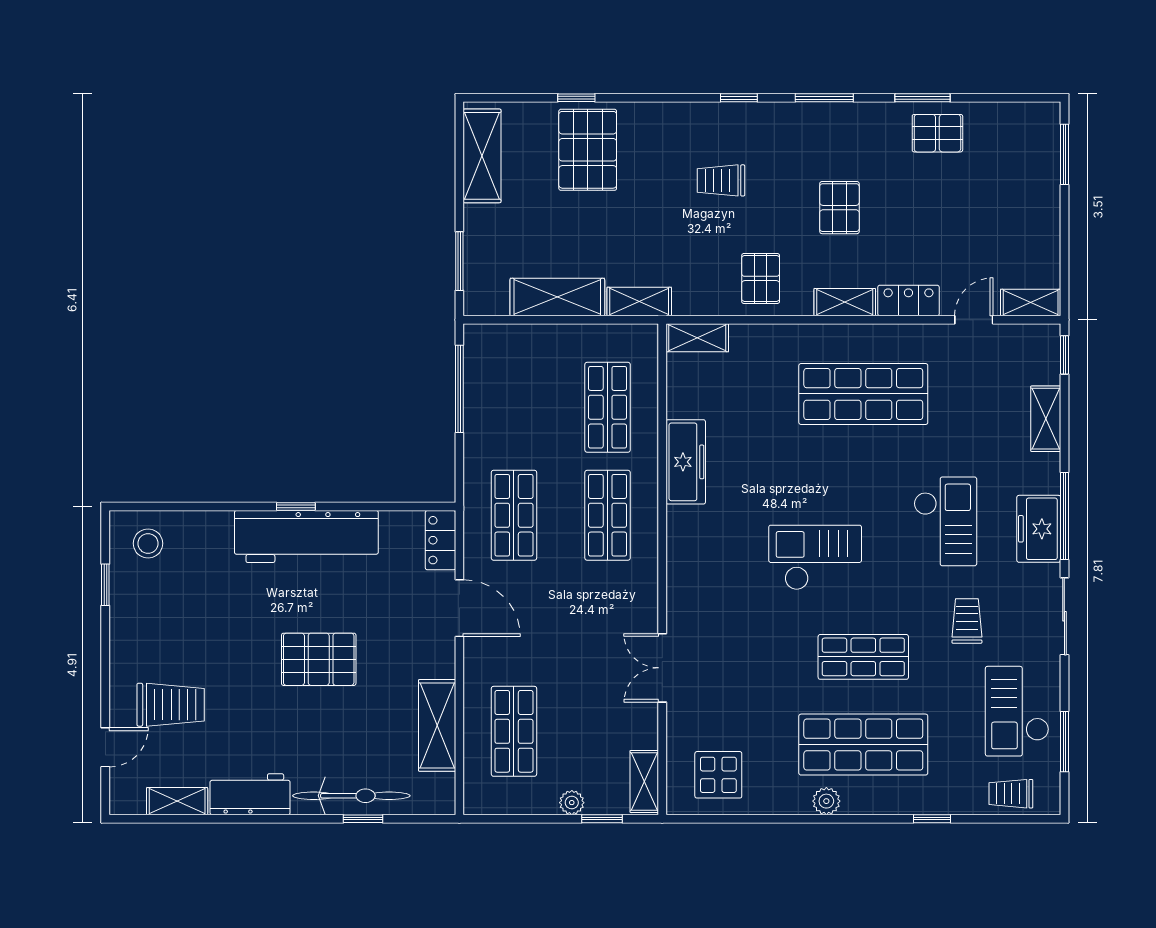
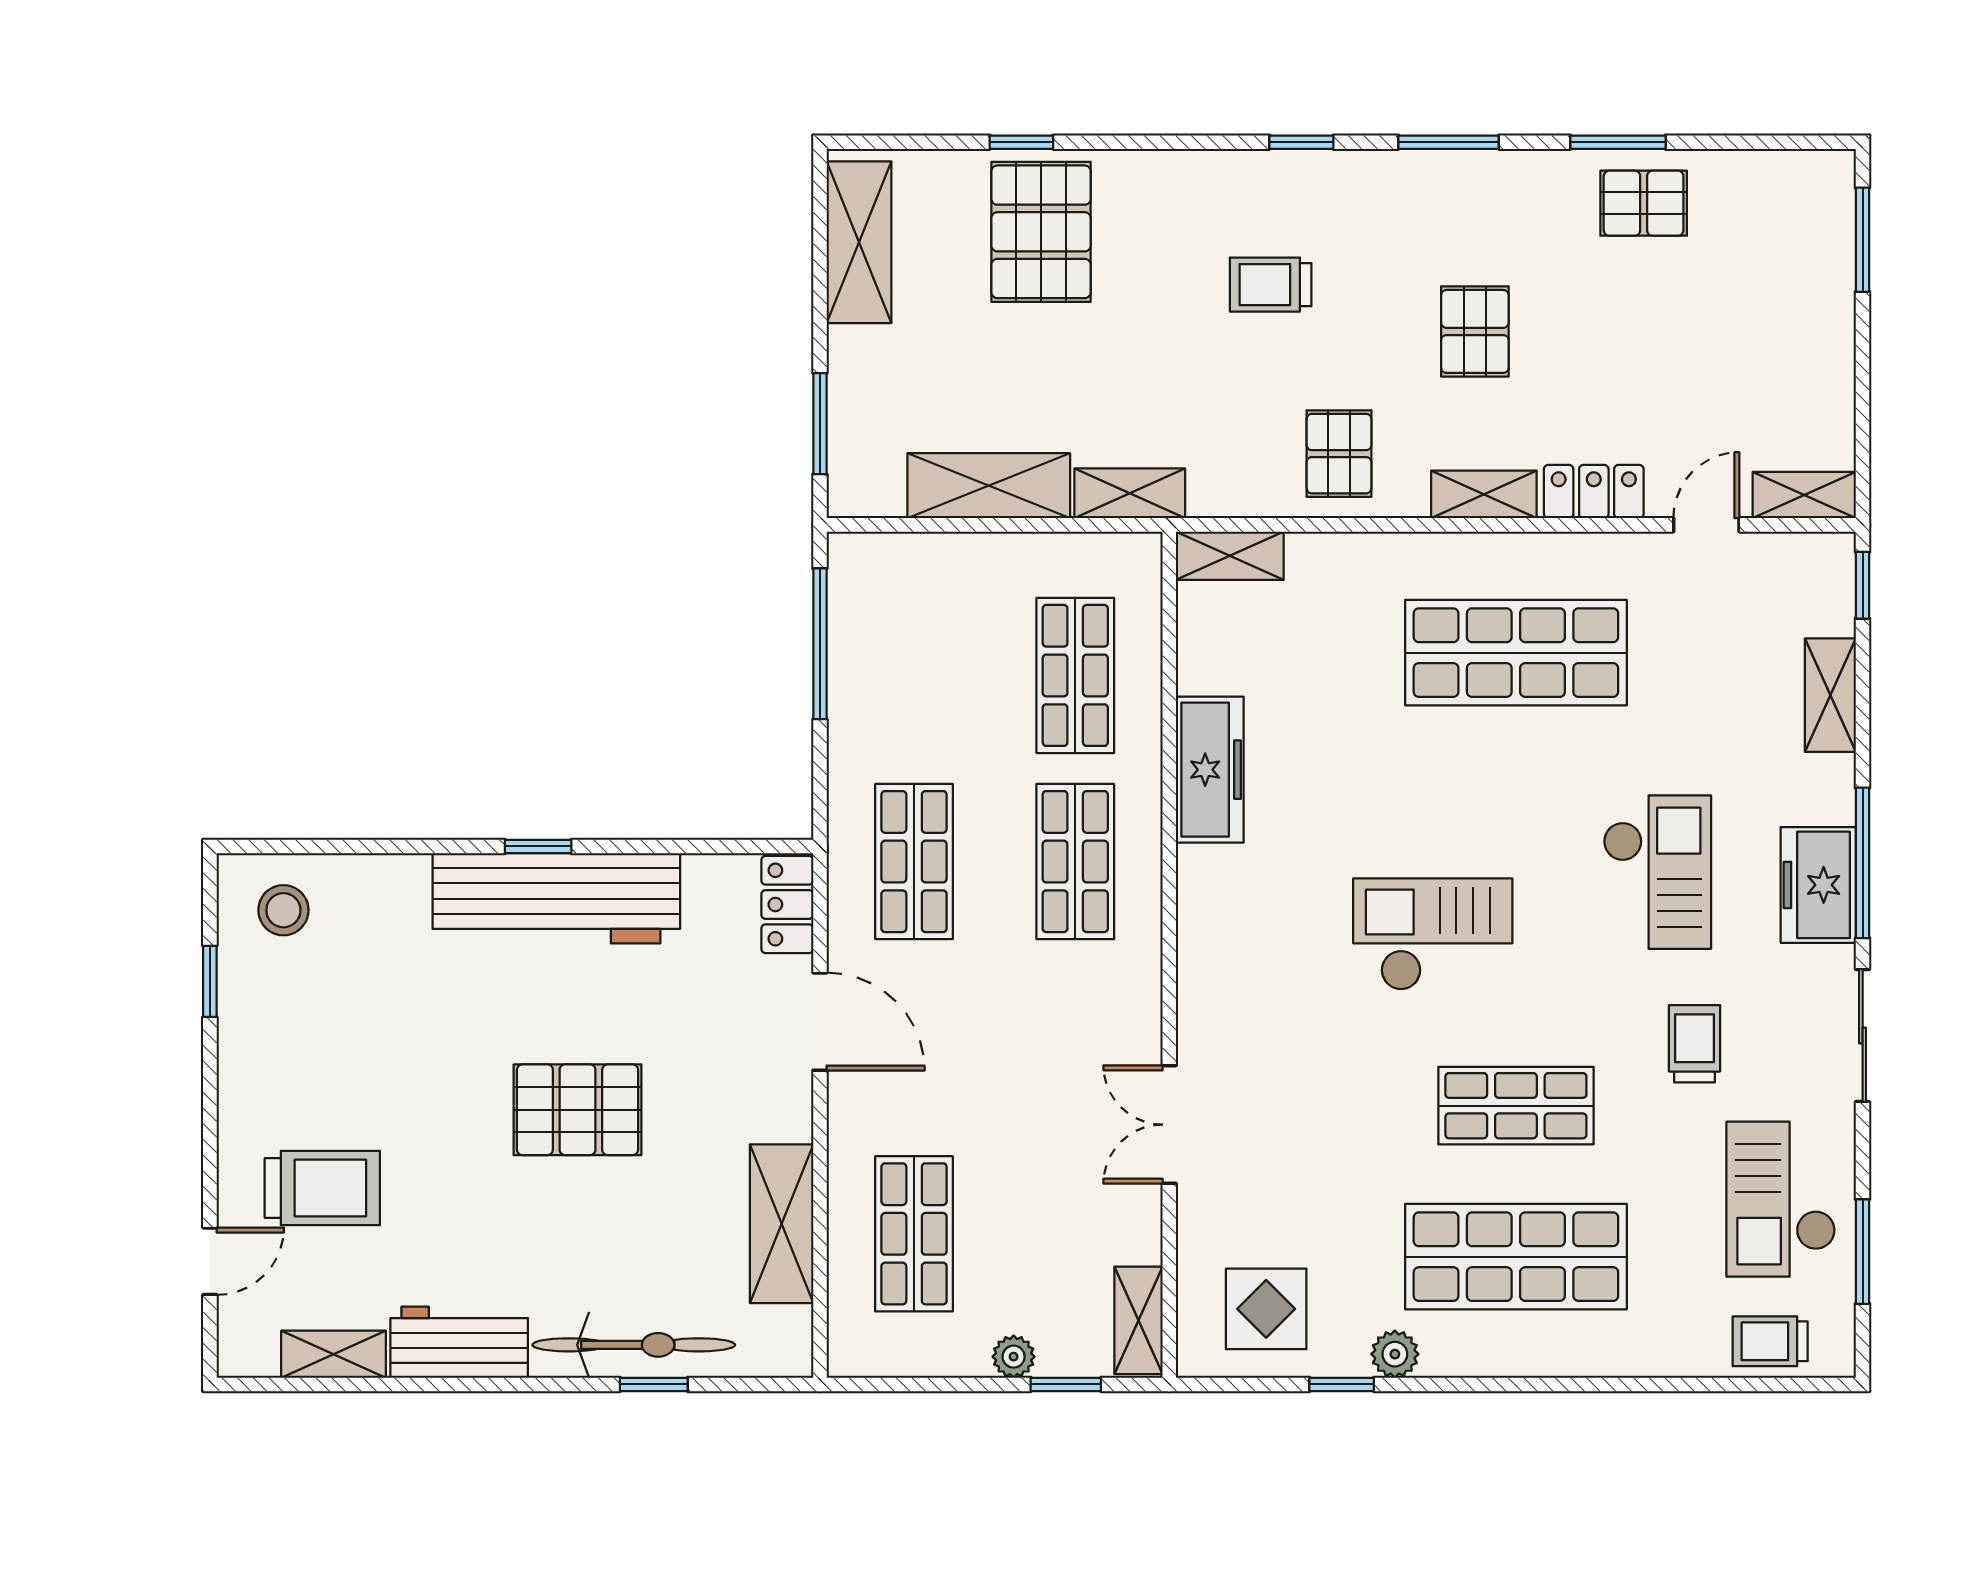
plant: (826, 801) -> (1395, 1354), moved
window: (932, 819) -> (1342, 1384), moved

